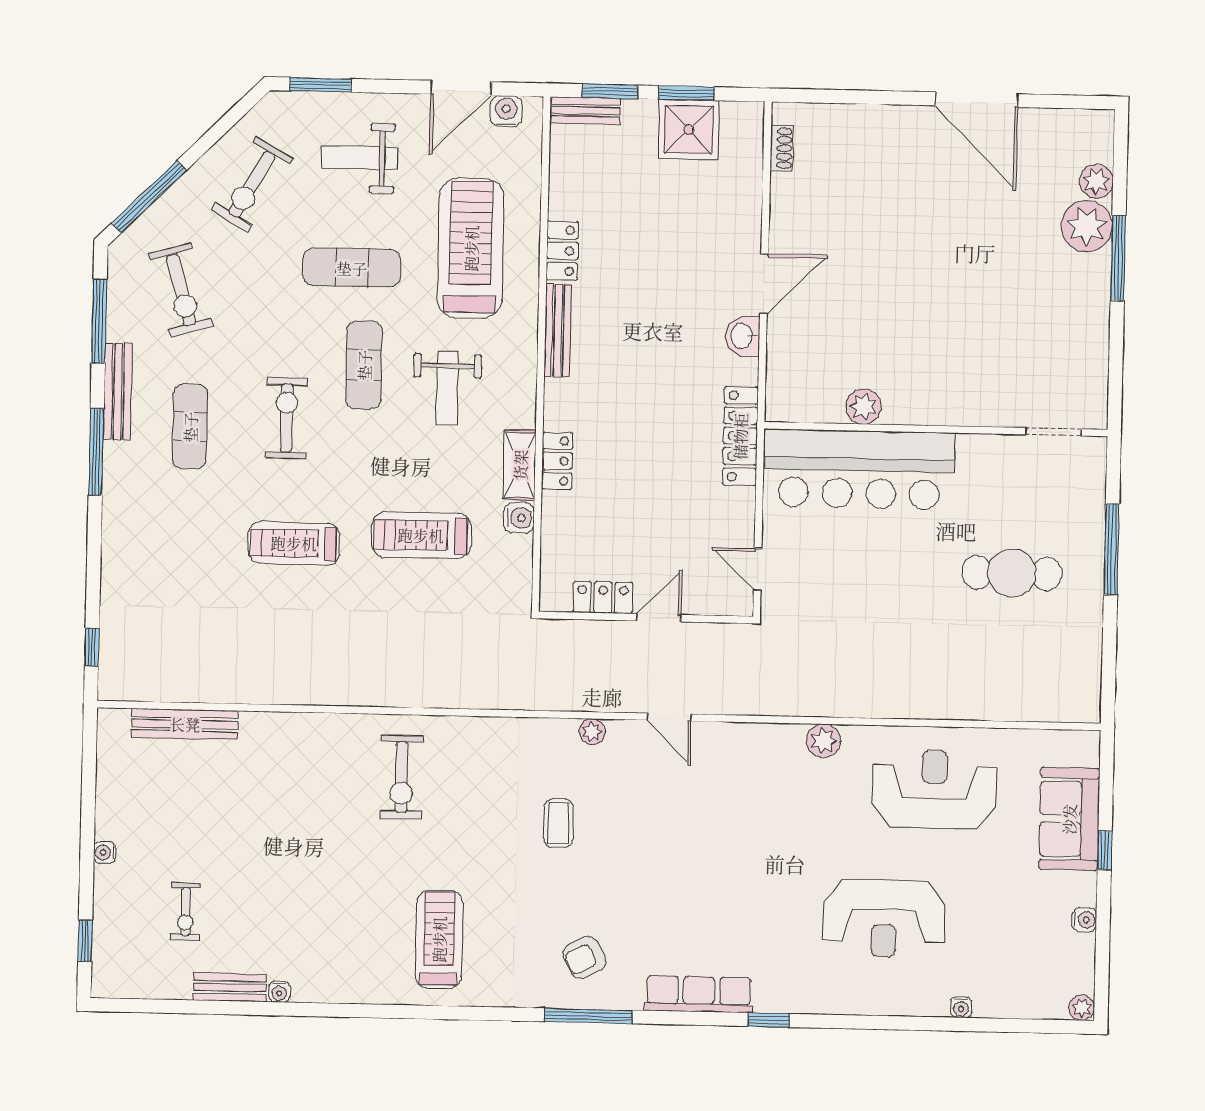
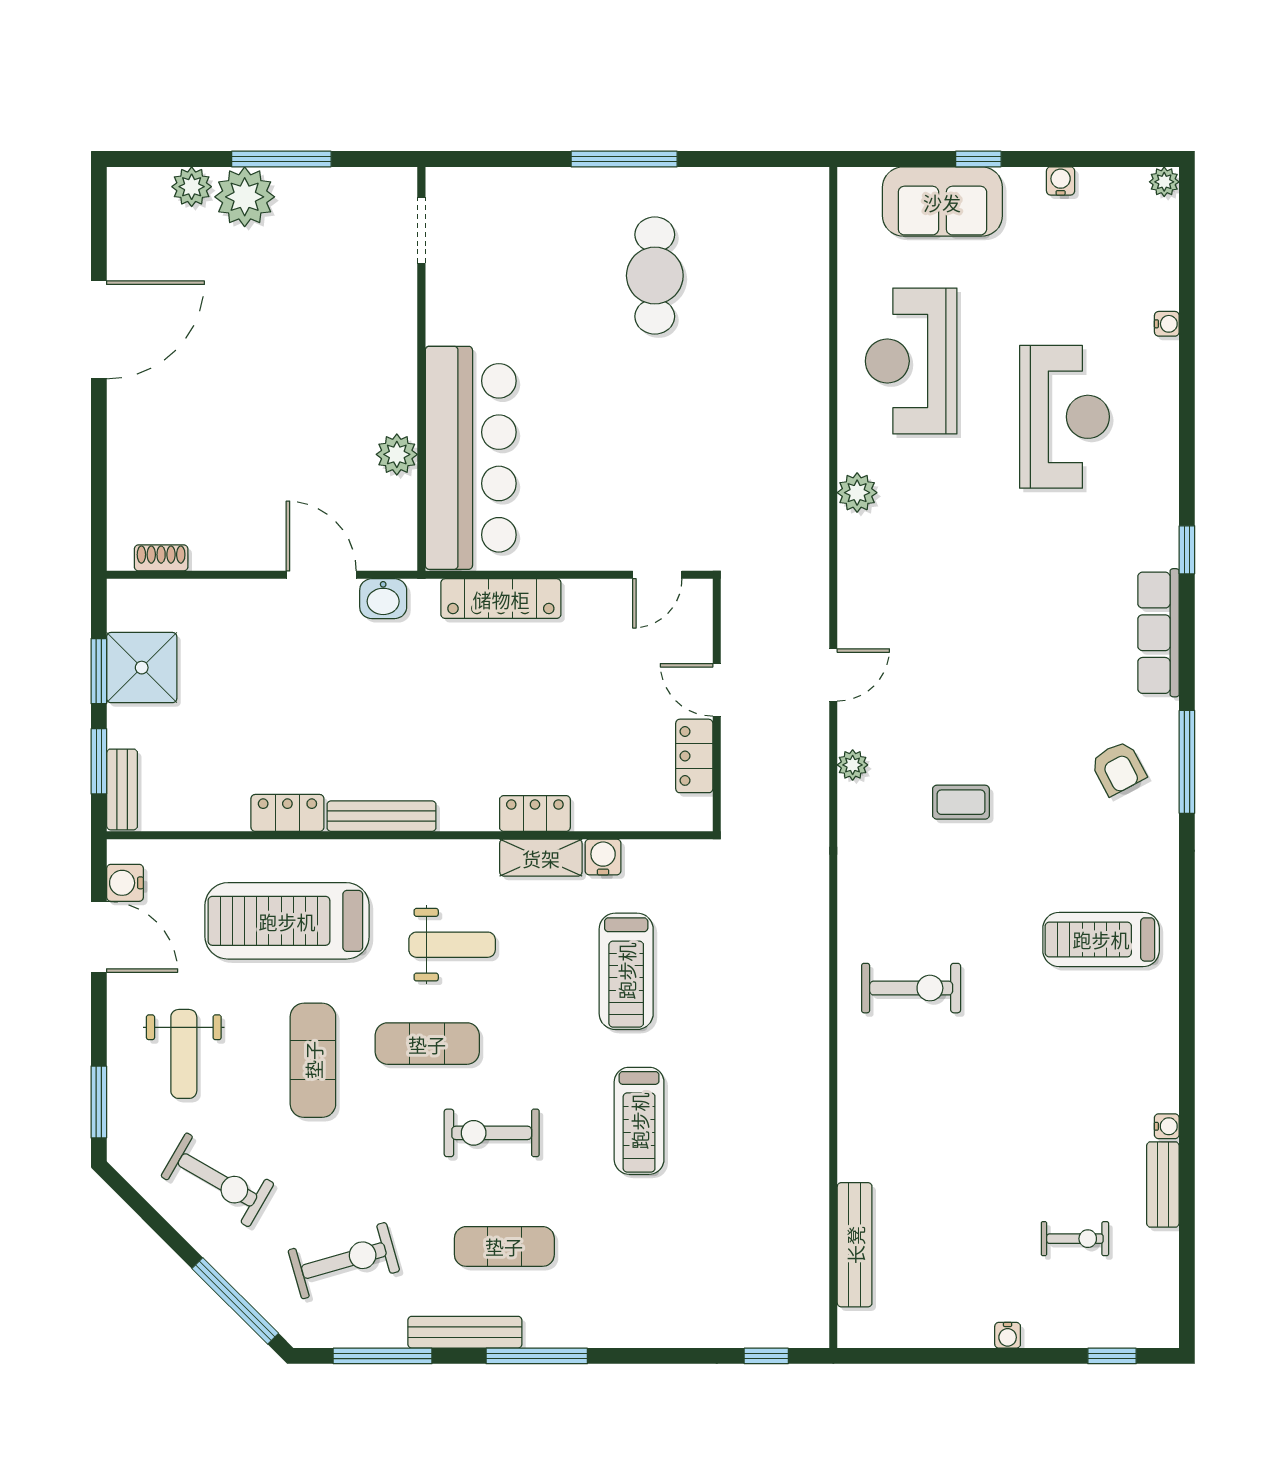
plant: (864, 407) -> (397, 454), moved
wall: (936, 429) -> (421, 369), moved
doorway: (1054, 432) -> (421, 230), moved
bar counter: (859, 469) -> (471, 458), moved

